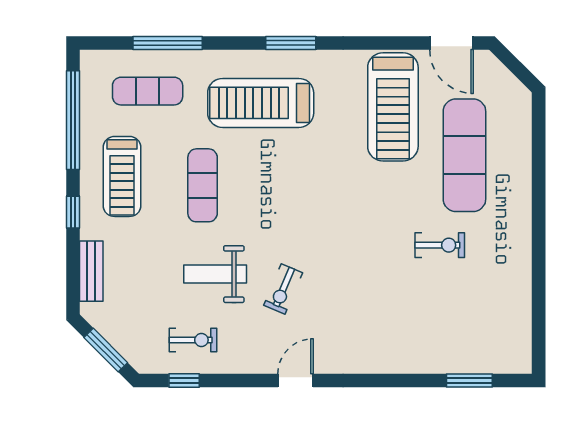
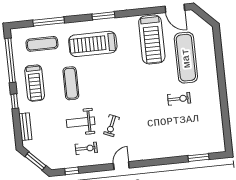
exercise bike: (193, 340) -> (86, 148), moved

